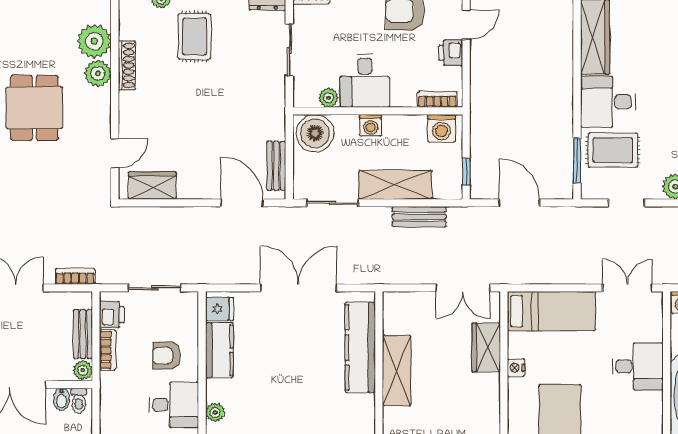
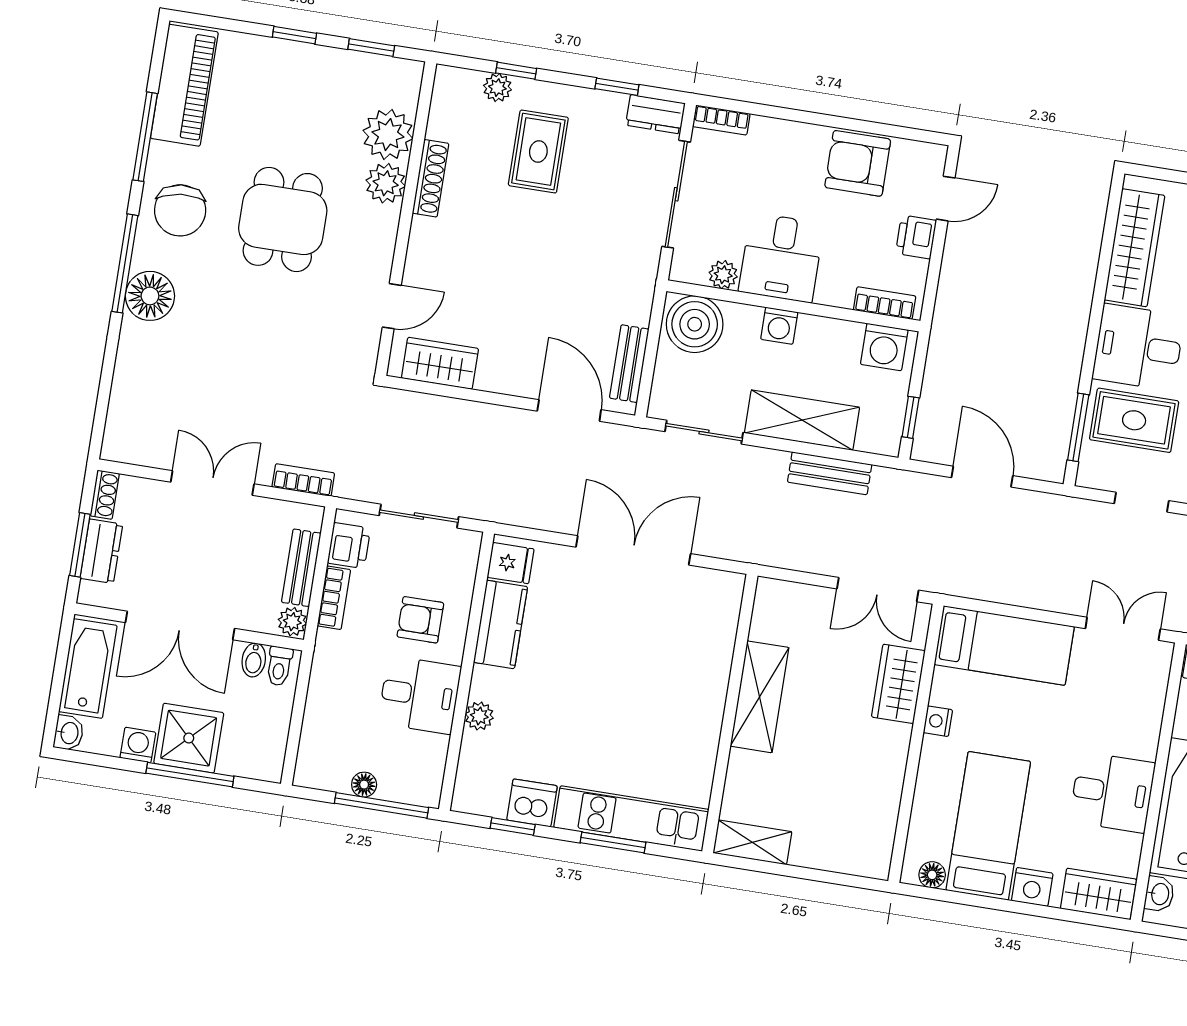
sliding door: (289, 50) -> (676, 194), width x1.37
kitchen counter: (360, 347) -> (711, 654), removed
desk: (638, 366) -> (1112, 792), moved

